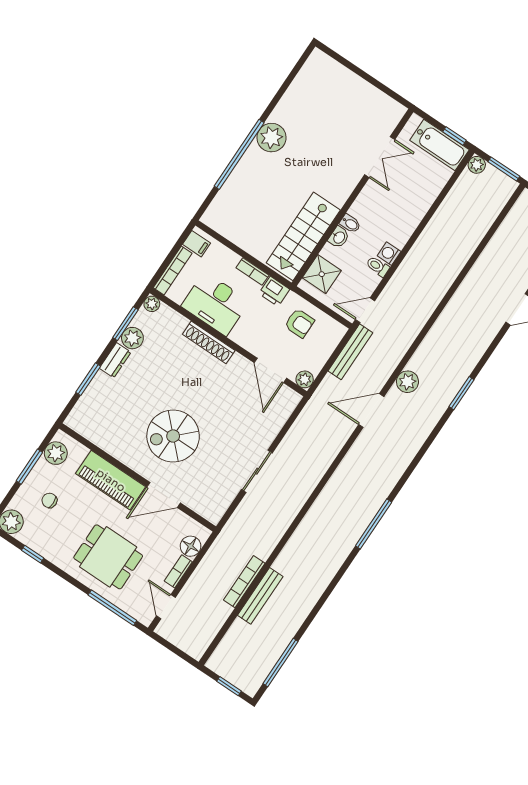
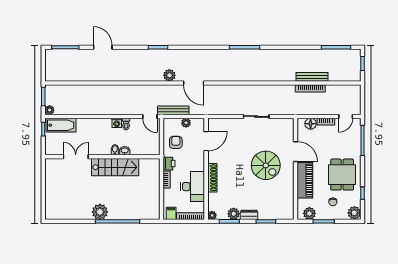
bathtub: (439, 145) -> (61, 125), moved, turned 90
stairs: (303, 236) -> (115, 167), moved
shower: (322, 274) -> (147, 147), removed
plant: (305, 379) -> (186, 123), moved
dining table: (108, 557) -> (342, 175), moved

